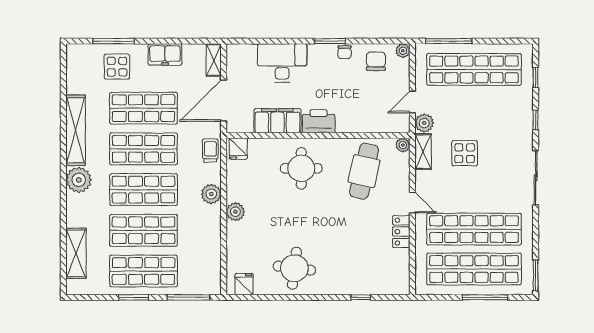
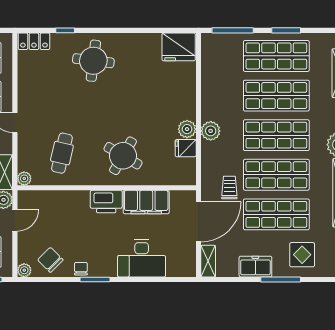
window: (114, 41) -> (281, 280), moved
chair: (376, 61) -> (50, 260), turned 135
fridge: (238, 149) -> (186, 148), moved, turned -90
trolley: (210, 151) -> (229, 188), moved, turned 180
round table: (301, 168) -> (123, 156), turned 30
cafe table: (364, 171) -> (62, 153), width x0.73, depth x0.74
plant: (235, 212) -> (187, 129), moved
locker: (401, 232) -> (34, 41), moved, turned 90
round table: (294, 268) -> (93, 61), moved
fridge: (244, 284) -> (179, 47), width x1.88, depth x1.34

